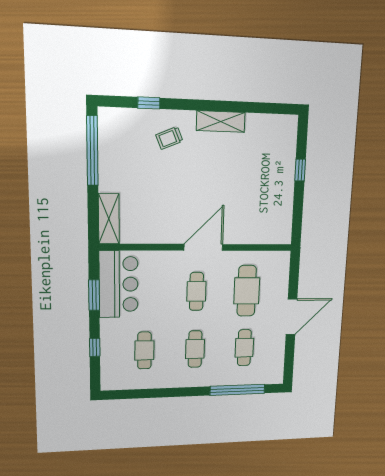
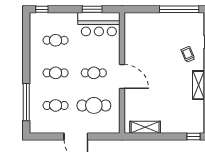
window: (300, 170) -> (193, 136), moved
shelving: (109, 219) -> (145, 127), moved
window: (95, 347) -> (42, 9), moved

